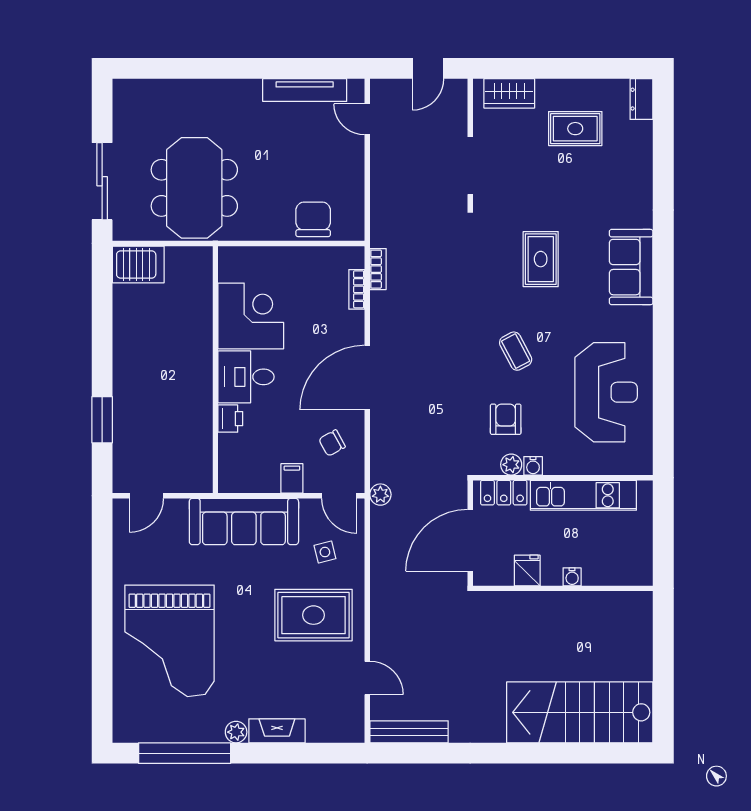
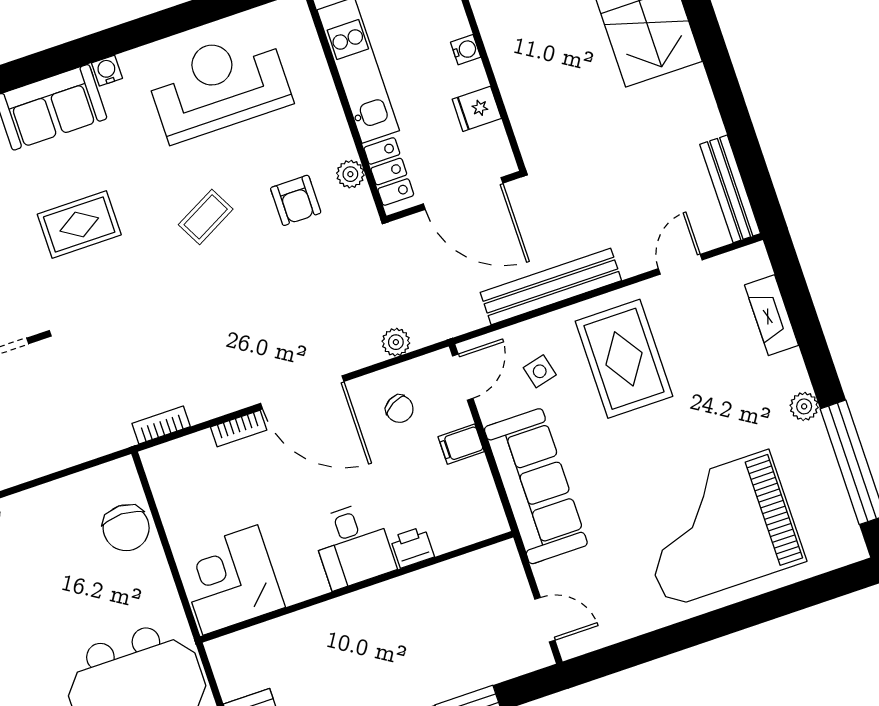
chair: (313, 219) -> (126, 528), turned -90
bookcase: (357, 289) -> (239, 429), moved
corner desk: (251, 316) -> (230, 580), moved
armchair: (506, 419) -> (296, 200), turned -90
water cooler: (533, 466) -> (107, 71), moved, turned -90
plant: (380, 495) -> (396, 342), moved
bench: (383, 580) -> (551, 286), added
grand piano: (170, 641) -> (718, 529), turned 180
fireplace: (277, 731) -> (772, 315), moved

